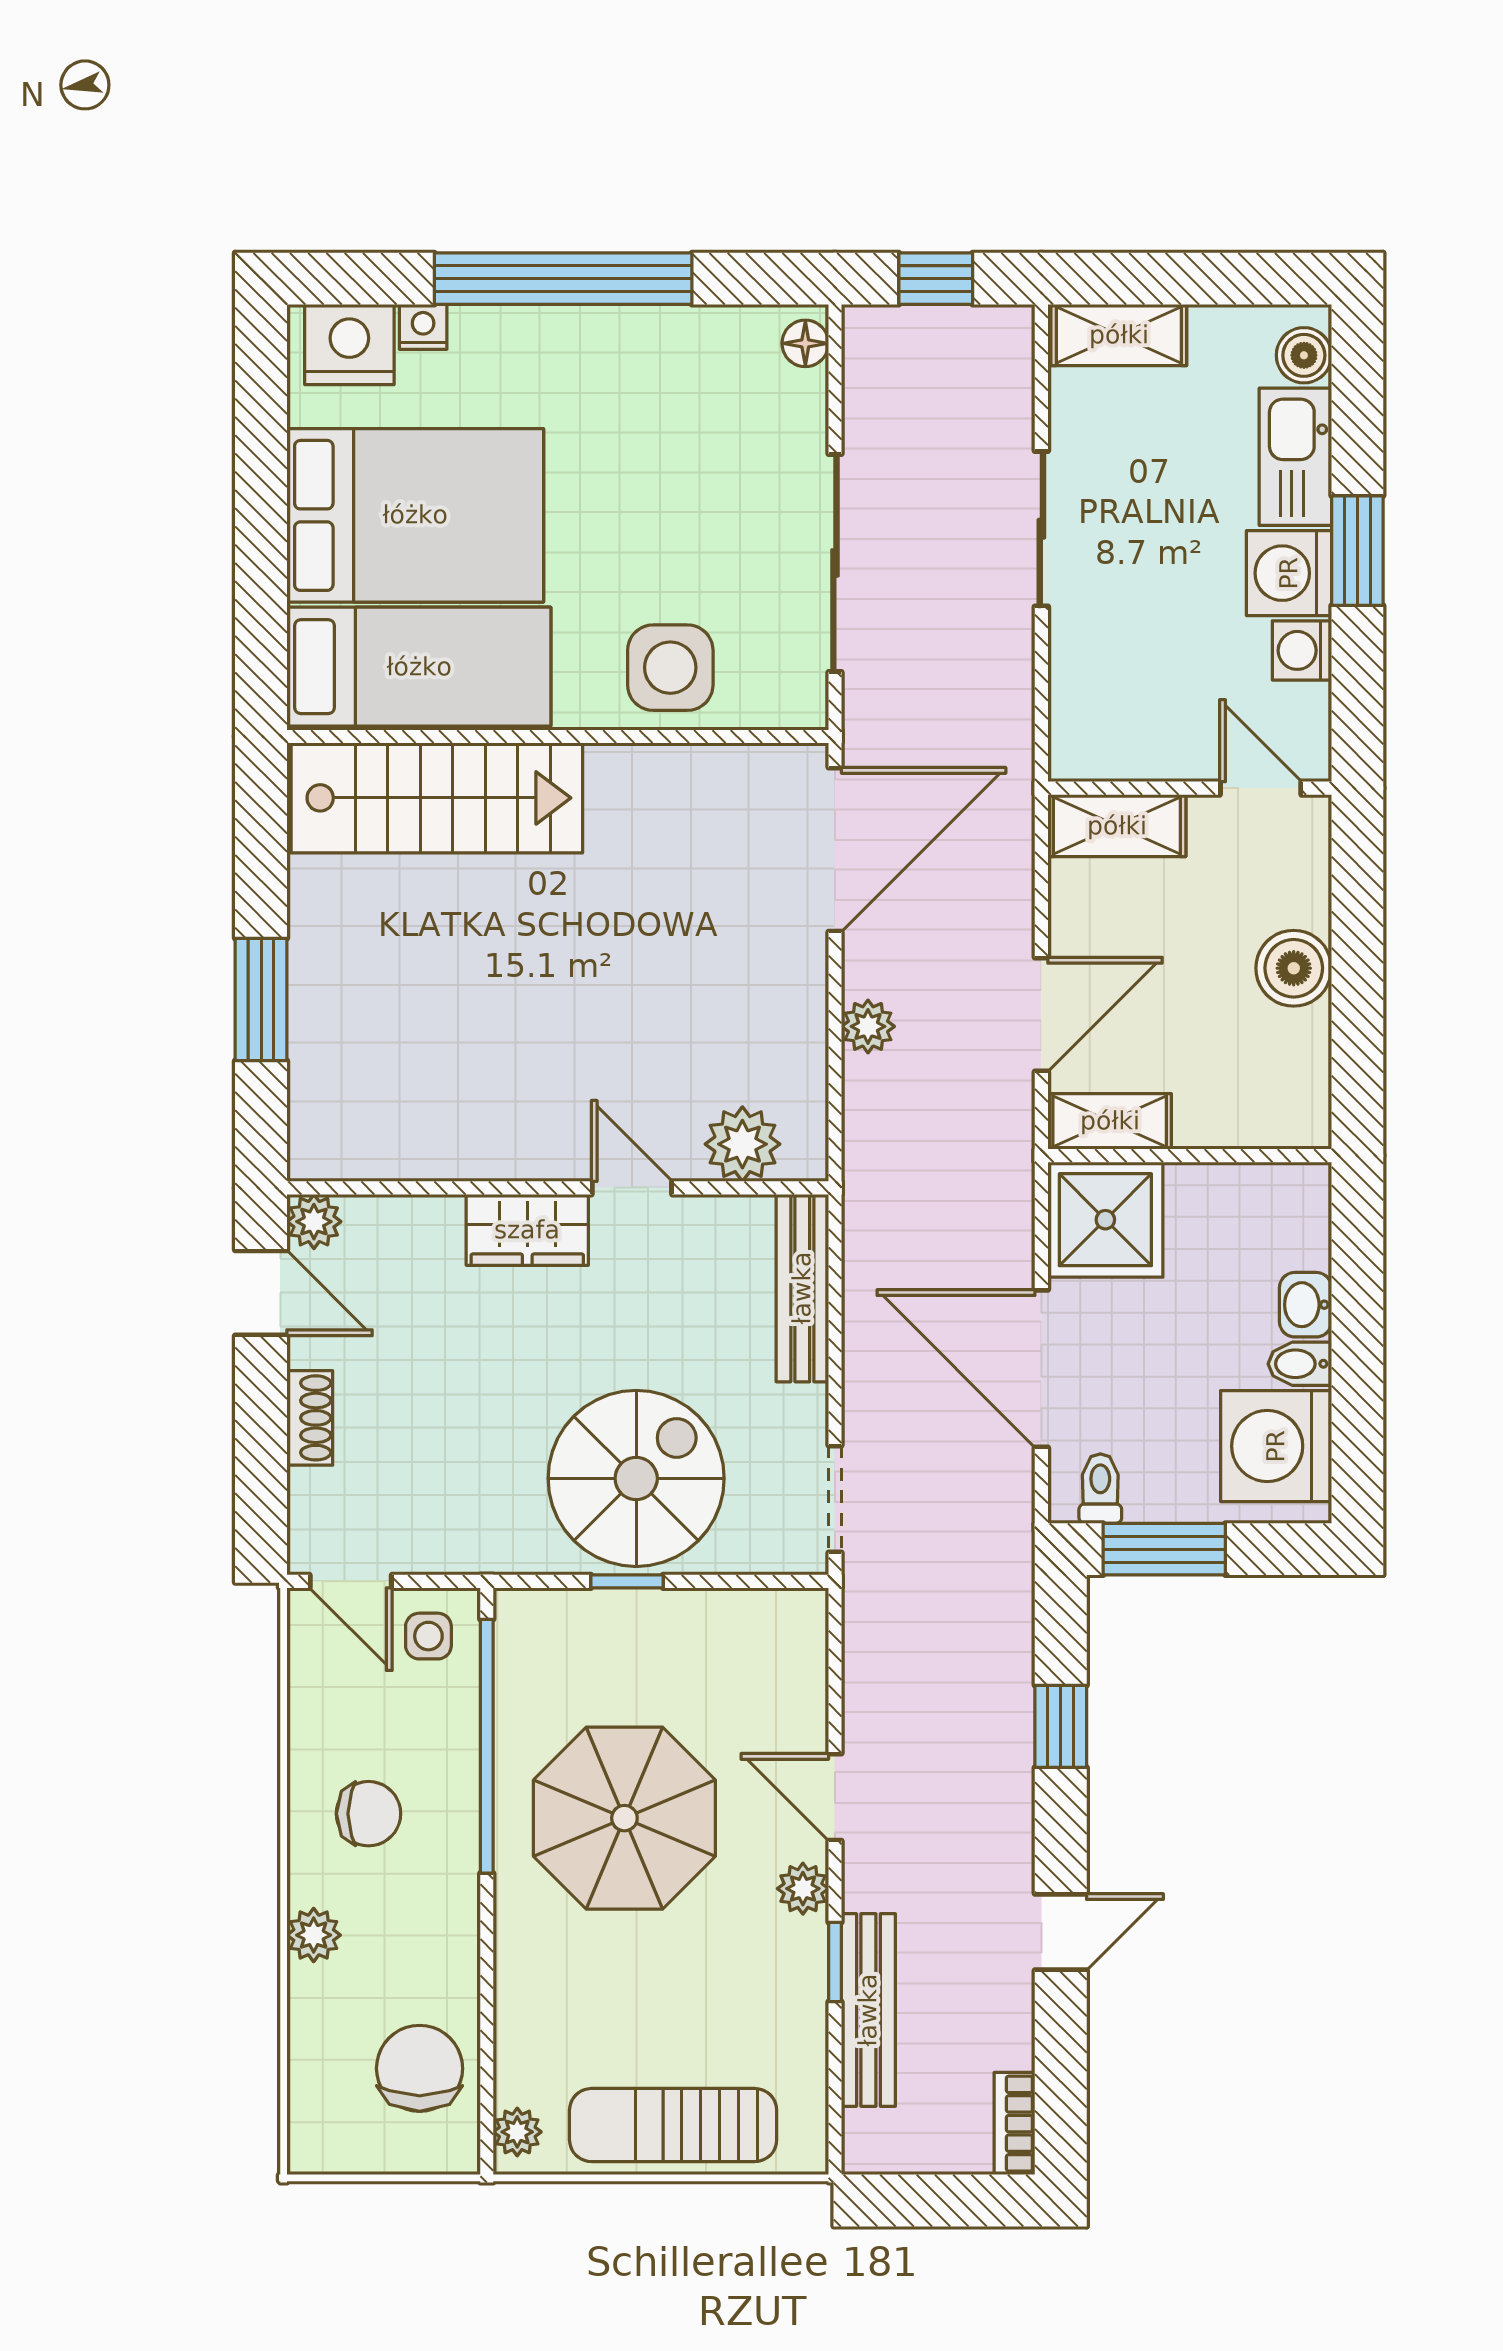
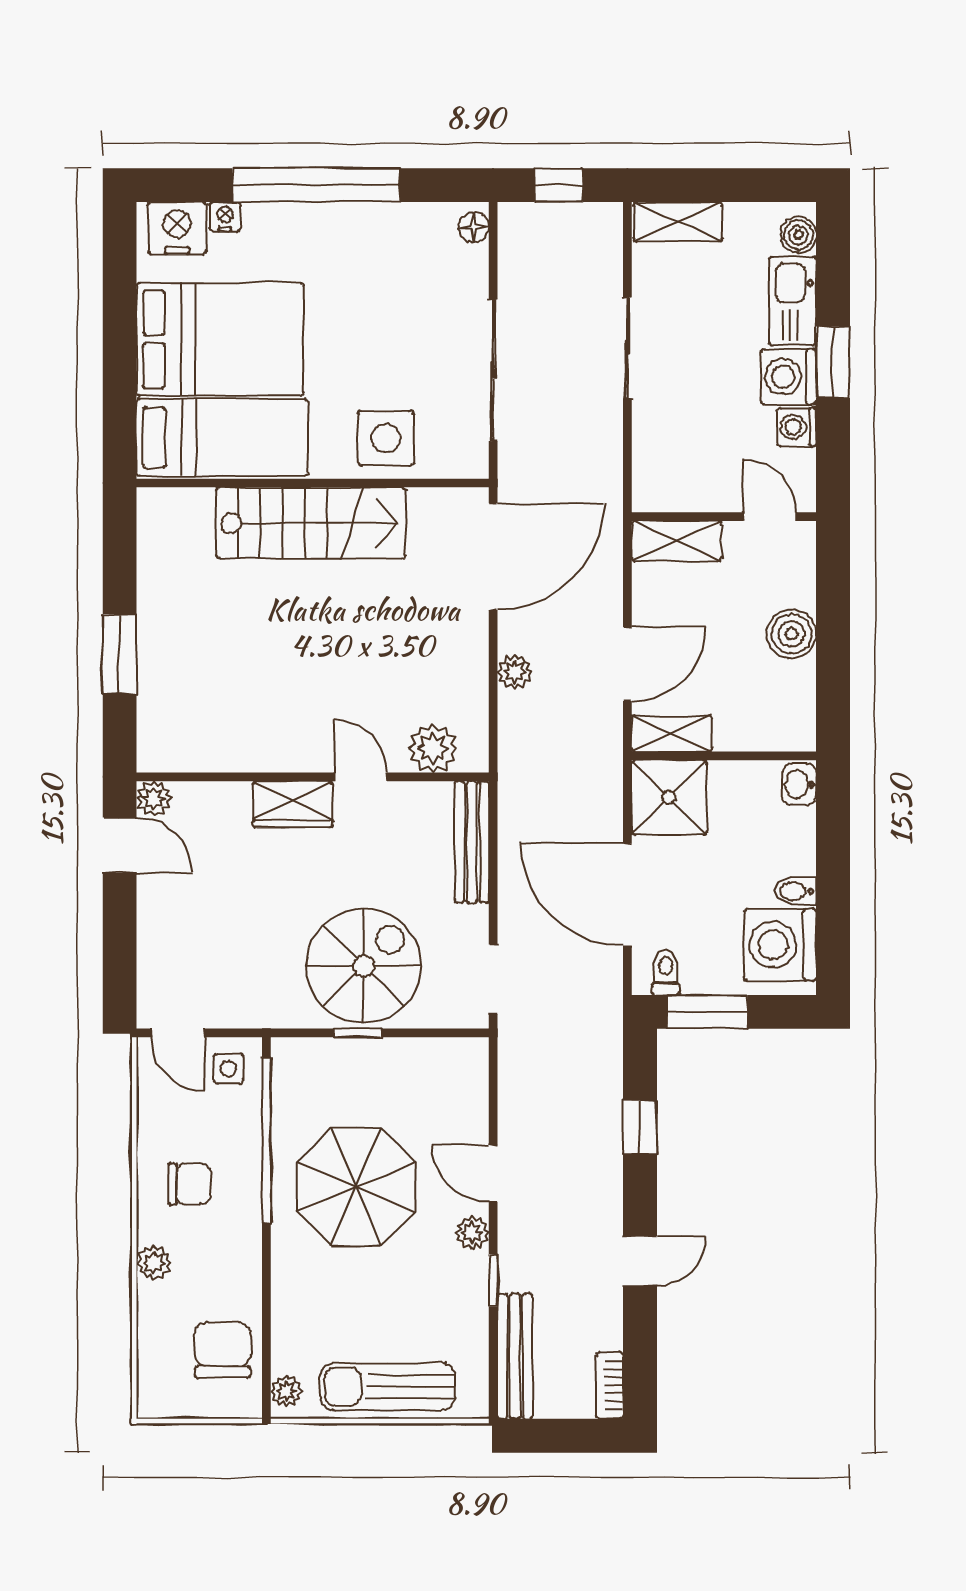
stairs: (437, 798) -> (311, 523), moved
washbasin: (1305, 1305) -> (799, 784), moved
shoe rack: (310, 1418) -> (151, 926), removed
bench: (868, 2010) -> (515, 1356), moved

